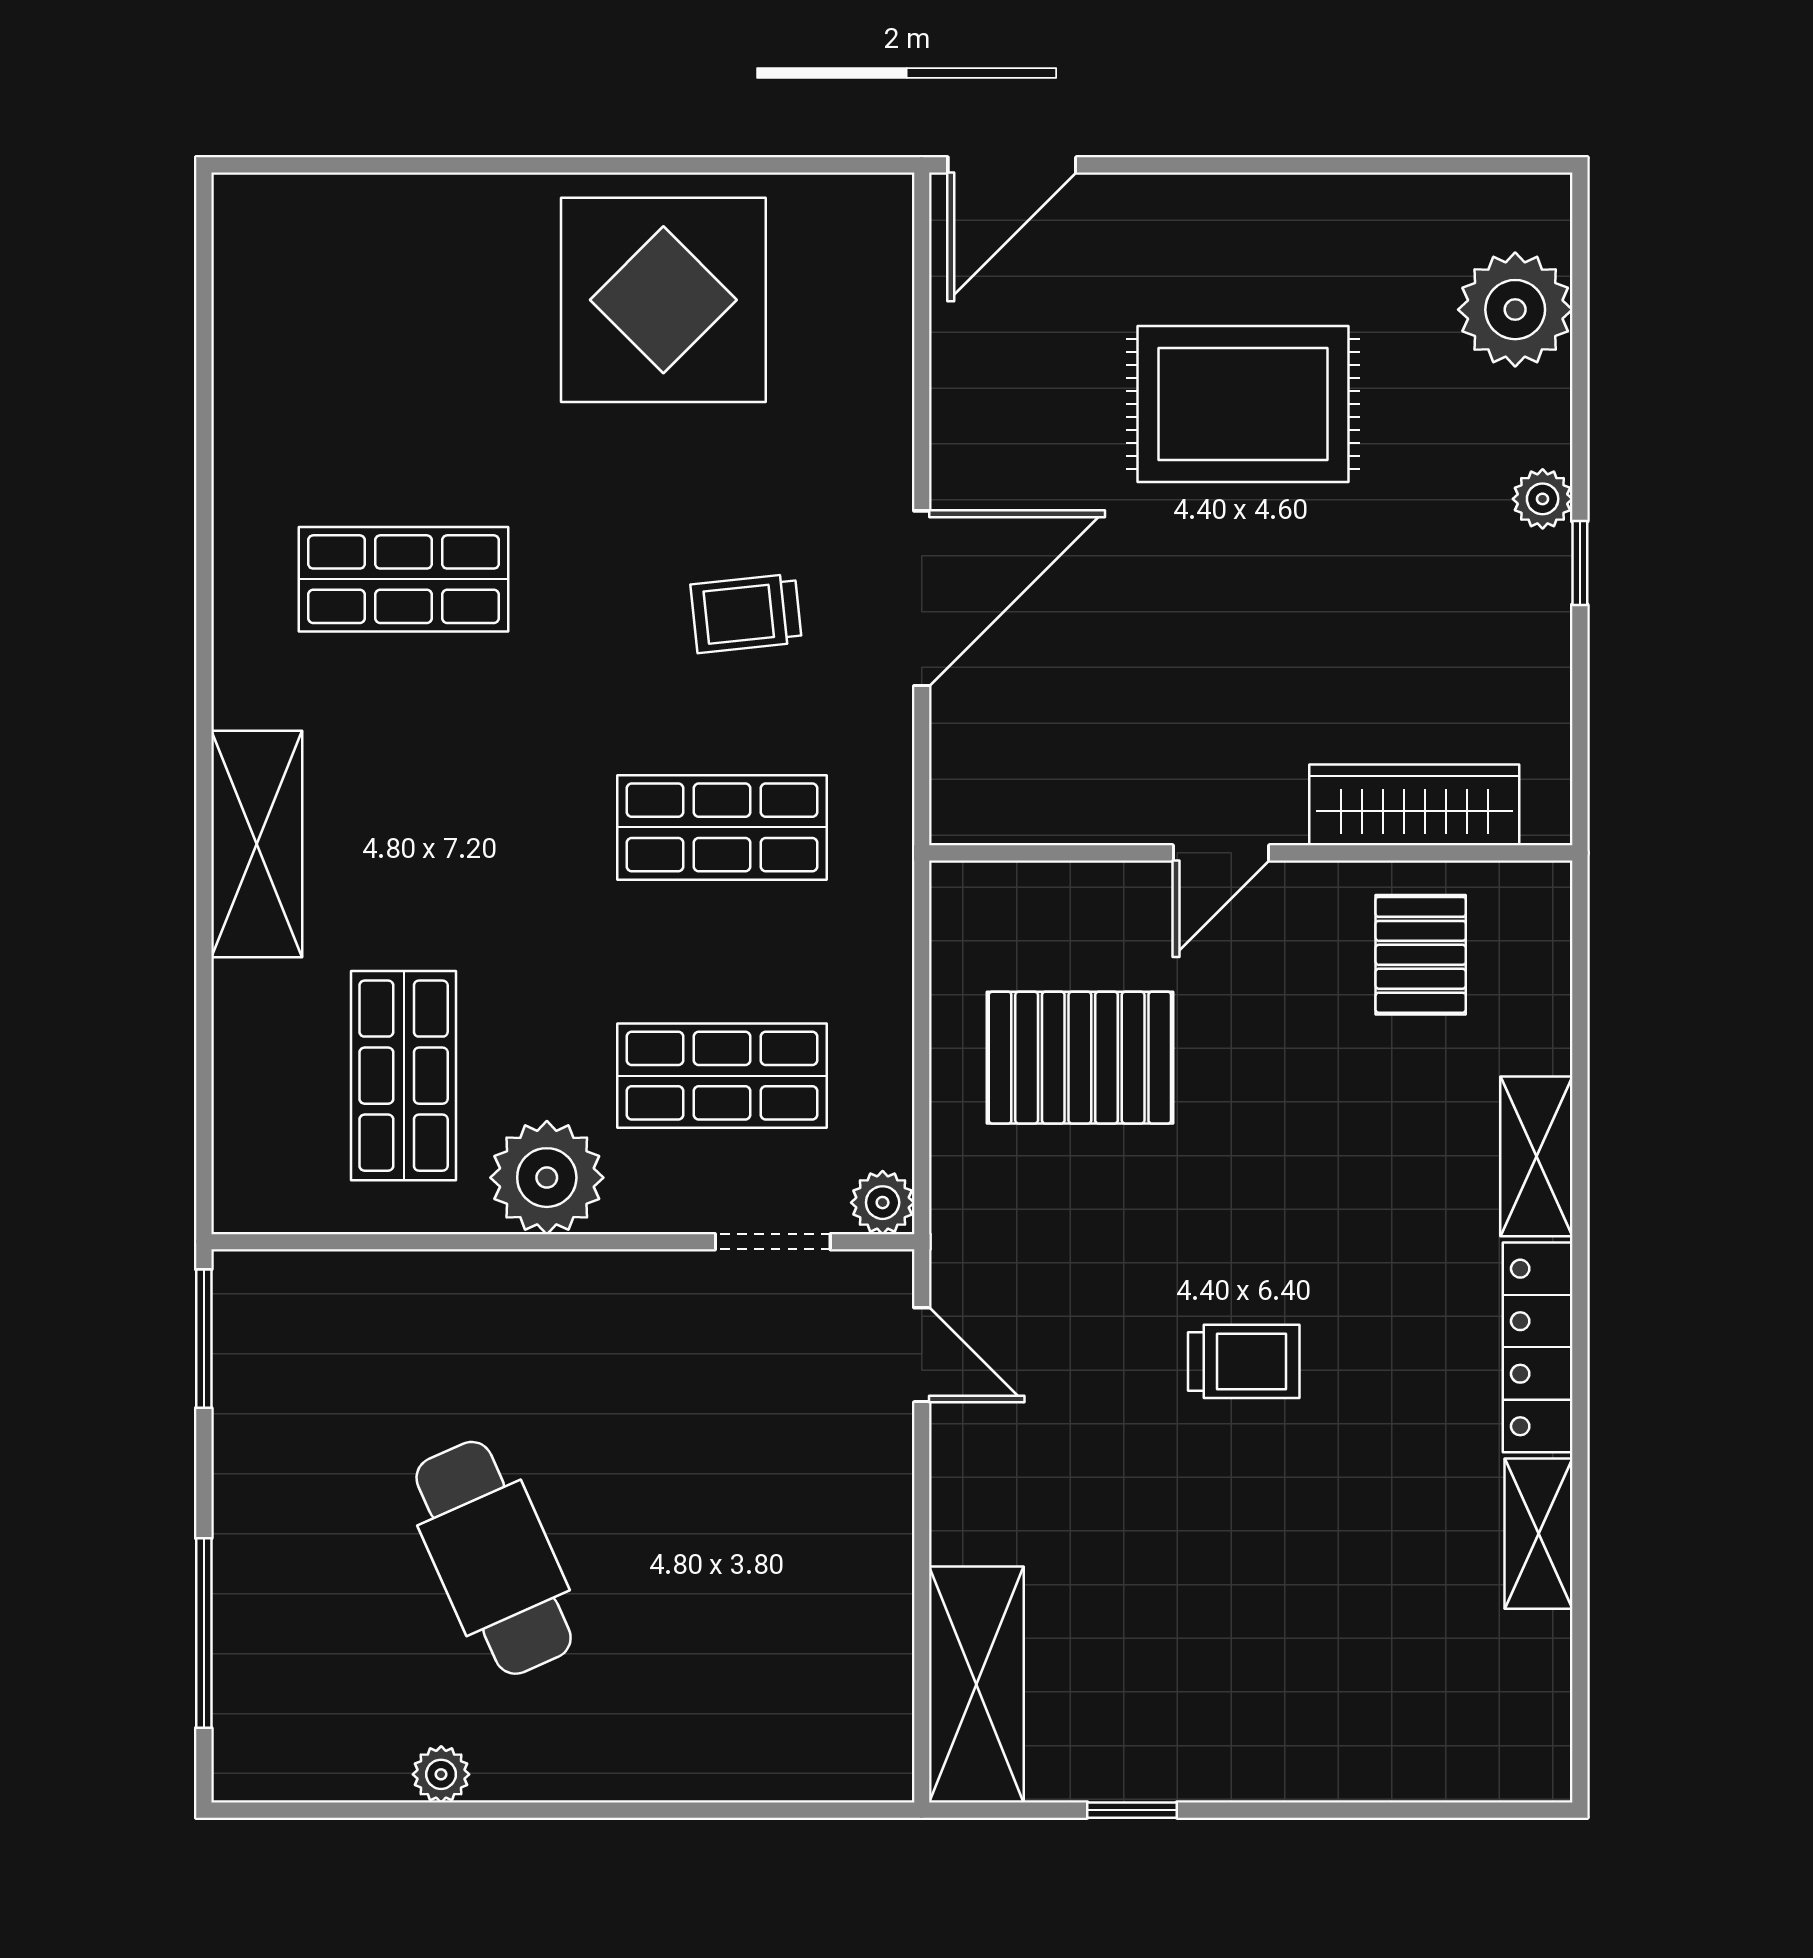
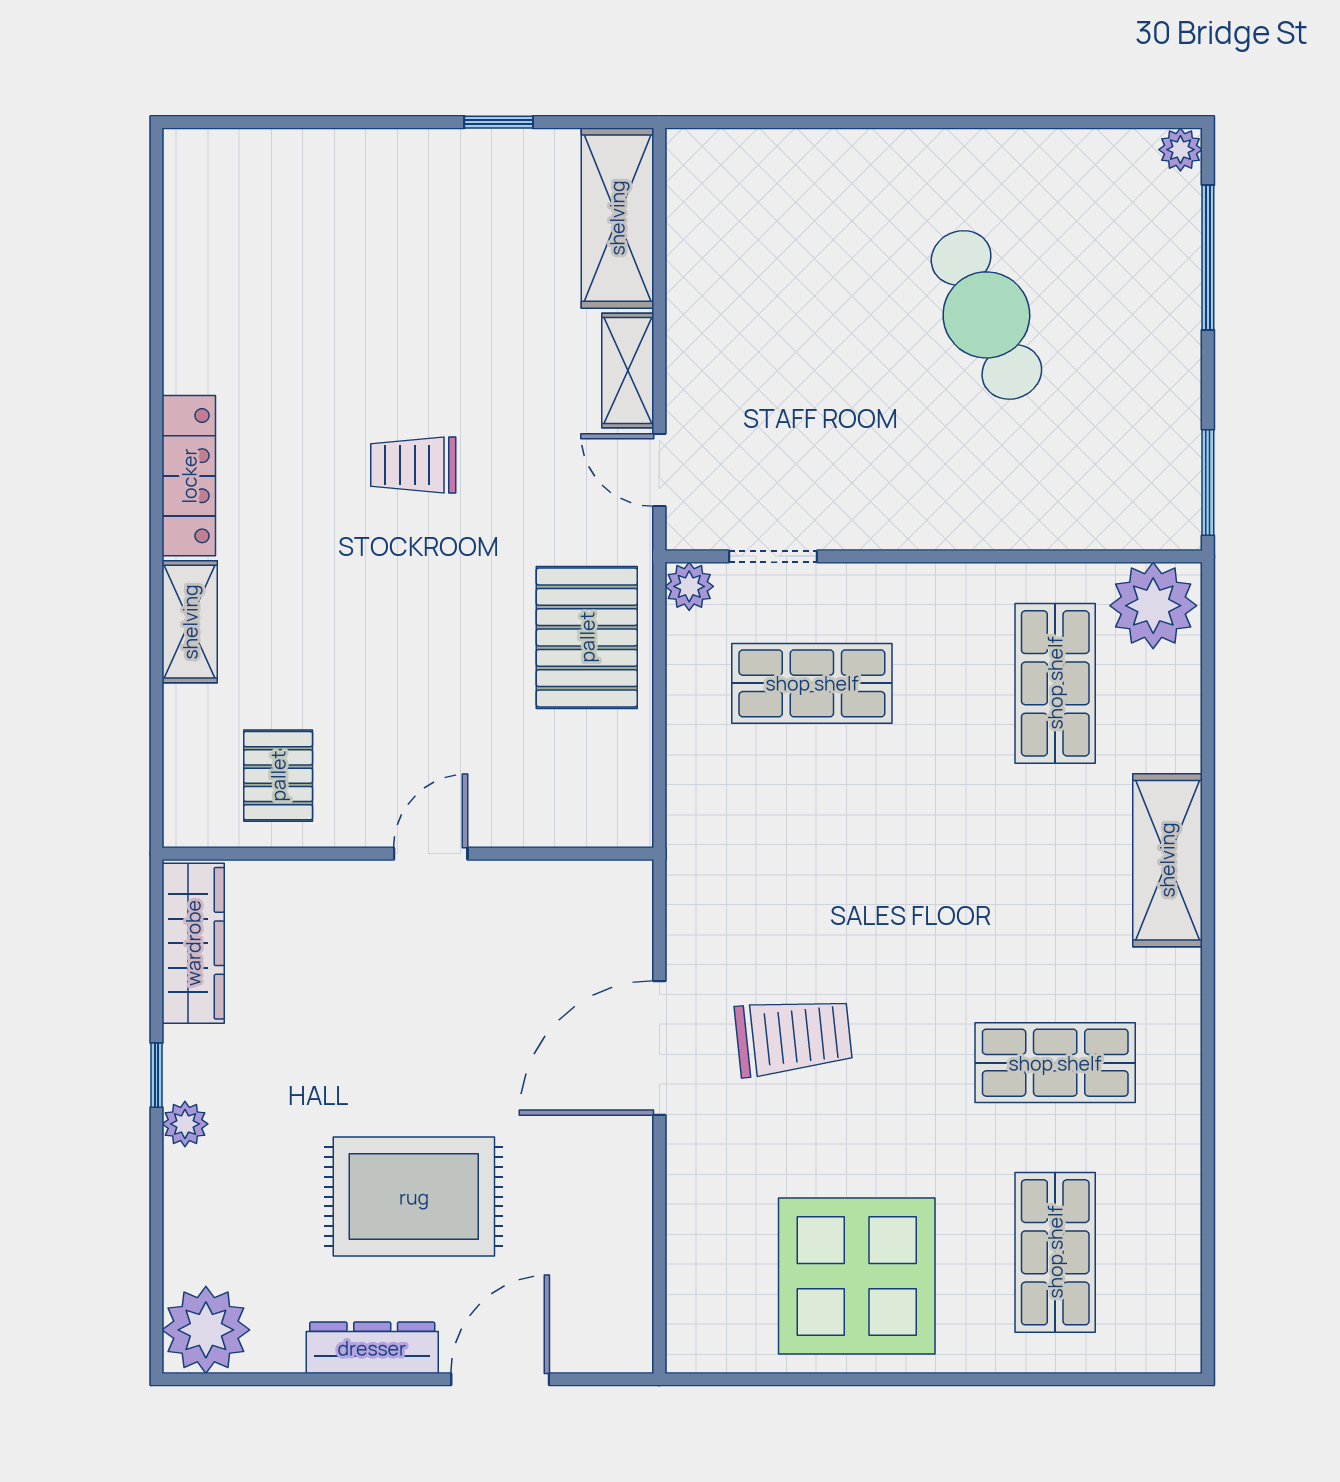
door: (1012, 165) -> (500, 1379), moved
dresser: (1297, 206) -> (372, 1348), added
plant: (1515, 310) -> (206, 1330), moved
trolley: (746, 613) -> (794, 1037), width x1.36, depth x1.39
wardrobe: (1414, 805) -> (193, 943), moved, turned -90
shop shelf: (722, 827) -> (1055, 1252), moved, turned 90
pallet: (1080, 1058) -> (587, 637), moved, turned 90
plant: (547, 1178) -> (1153, 606), moved
shelving: (1539, 1534) -> (628, 370), moved
plant: (441, 1774) -> (1180, 150), moved

